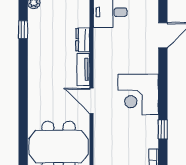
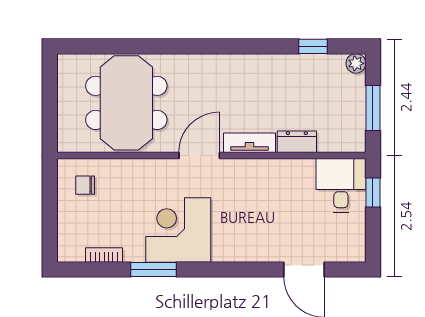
corner desk: (138, 94) -> (178, 230), moved
window: (163, 129) -> (154, 269), width x1.50

